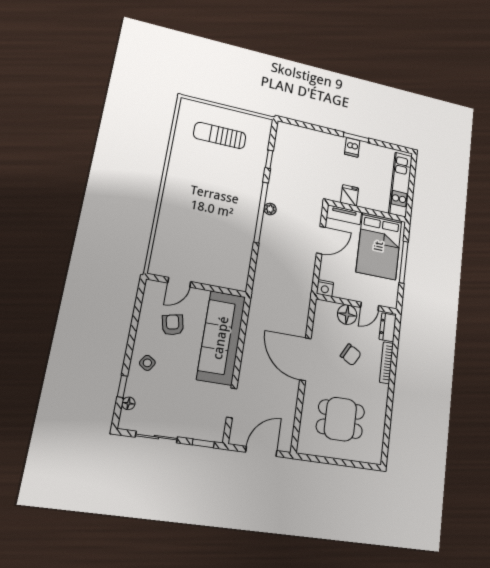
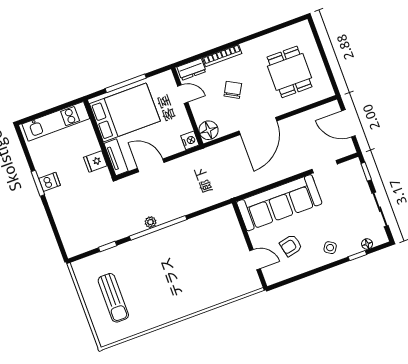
floor lamp: (347, 315) -> (209, 130), moved

